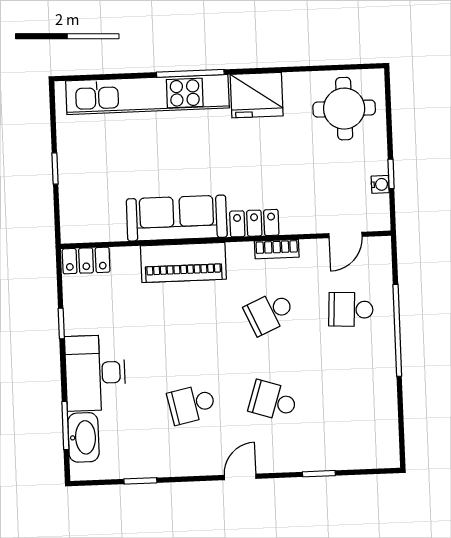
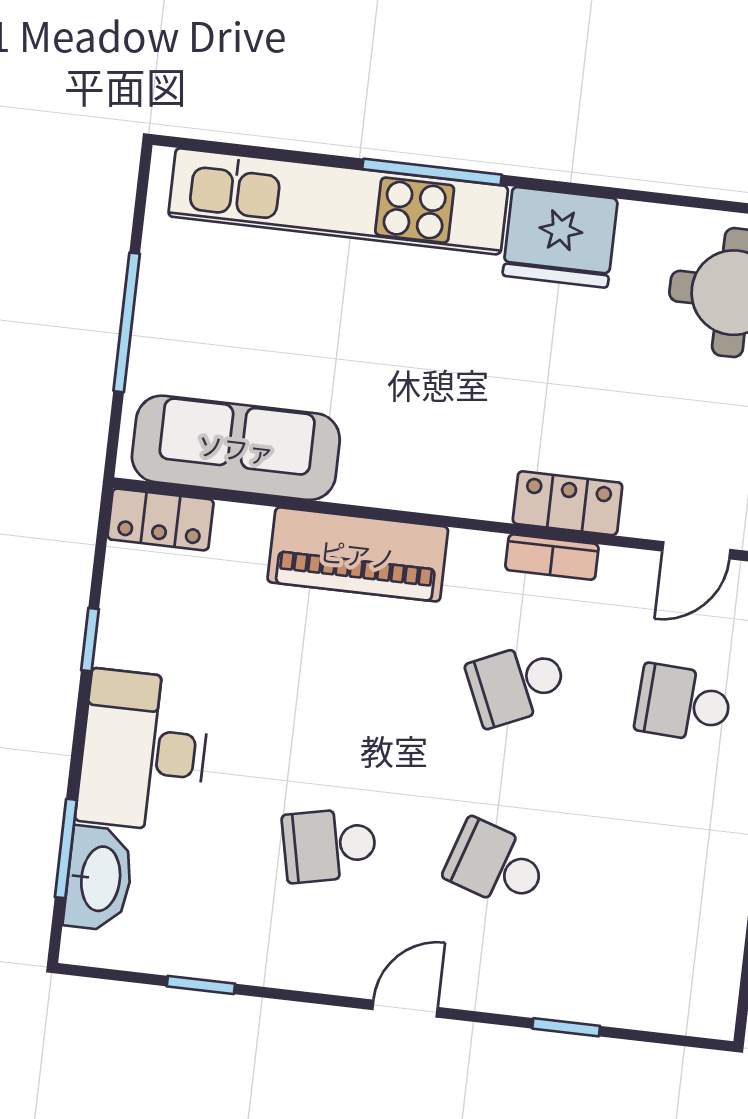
window: (55, 168) -> (127, 322), width x2.17
sofa: (177, 218) -> (236, 448), moved
locker: (254, 223) -> (568, 503), moved

